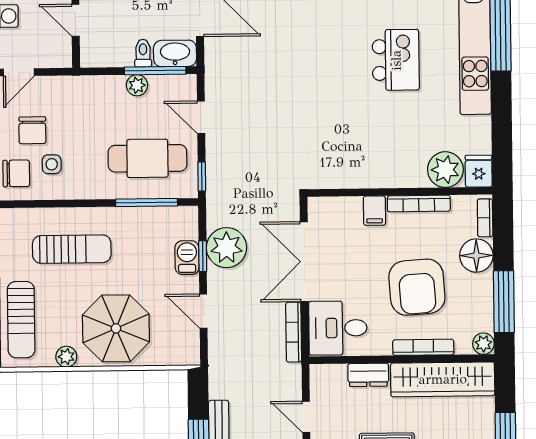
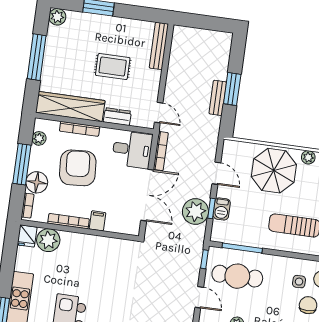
window: (504, 302) -> (22, 164), moved
plant: (483, 344) -> (39, 138), moved
door: (306, 417) -> (159, 113), moved

